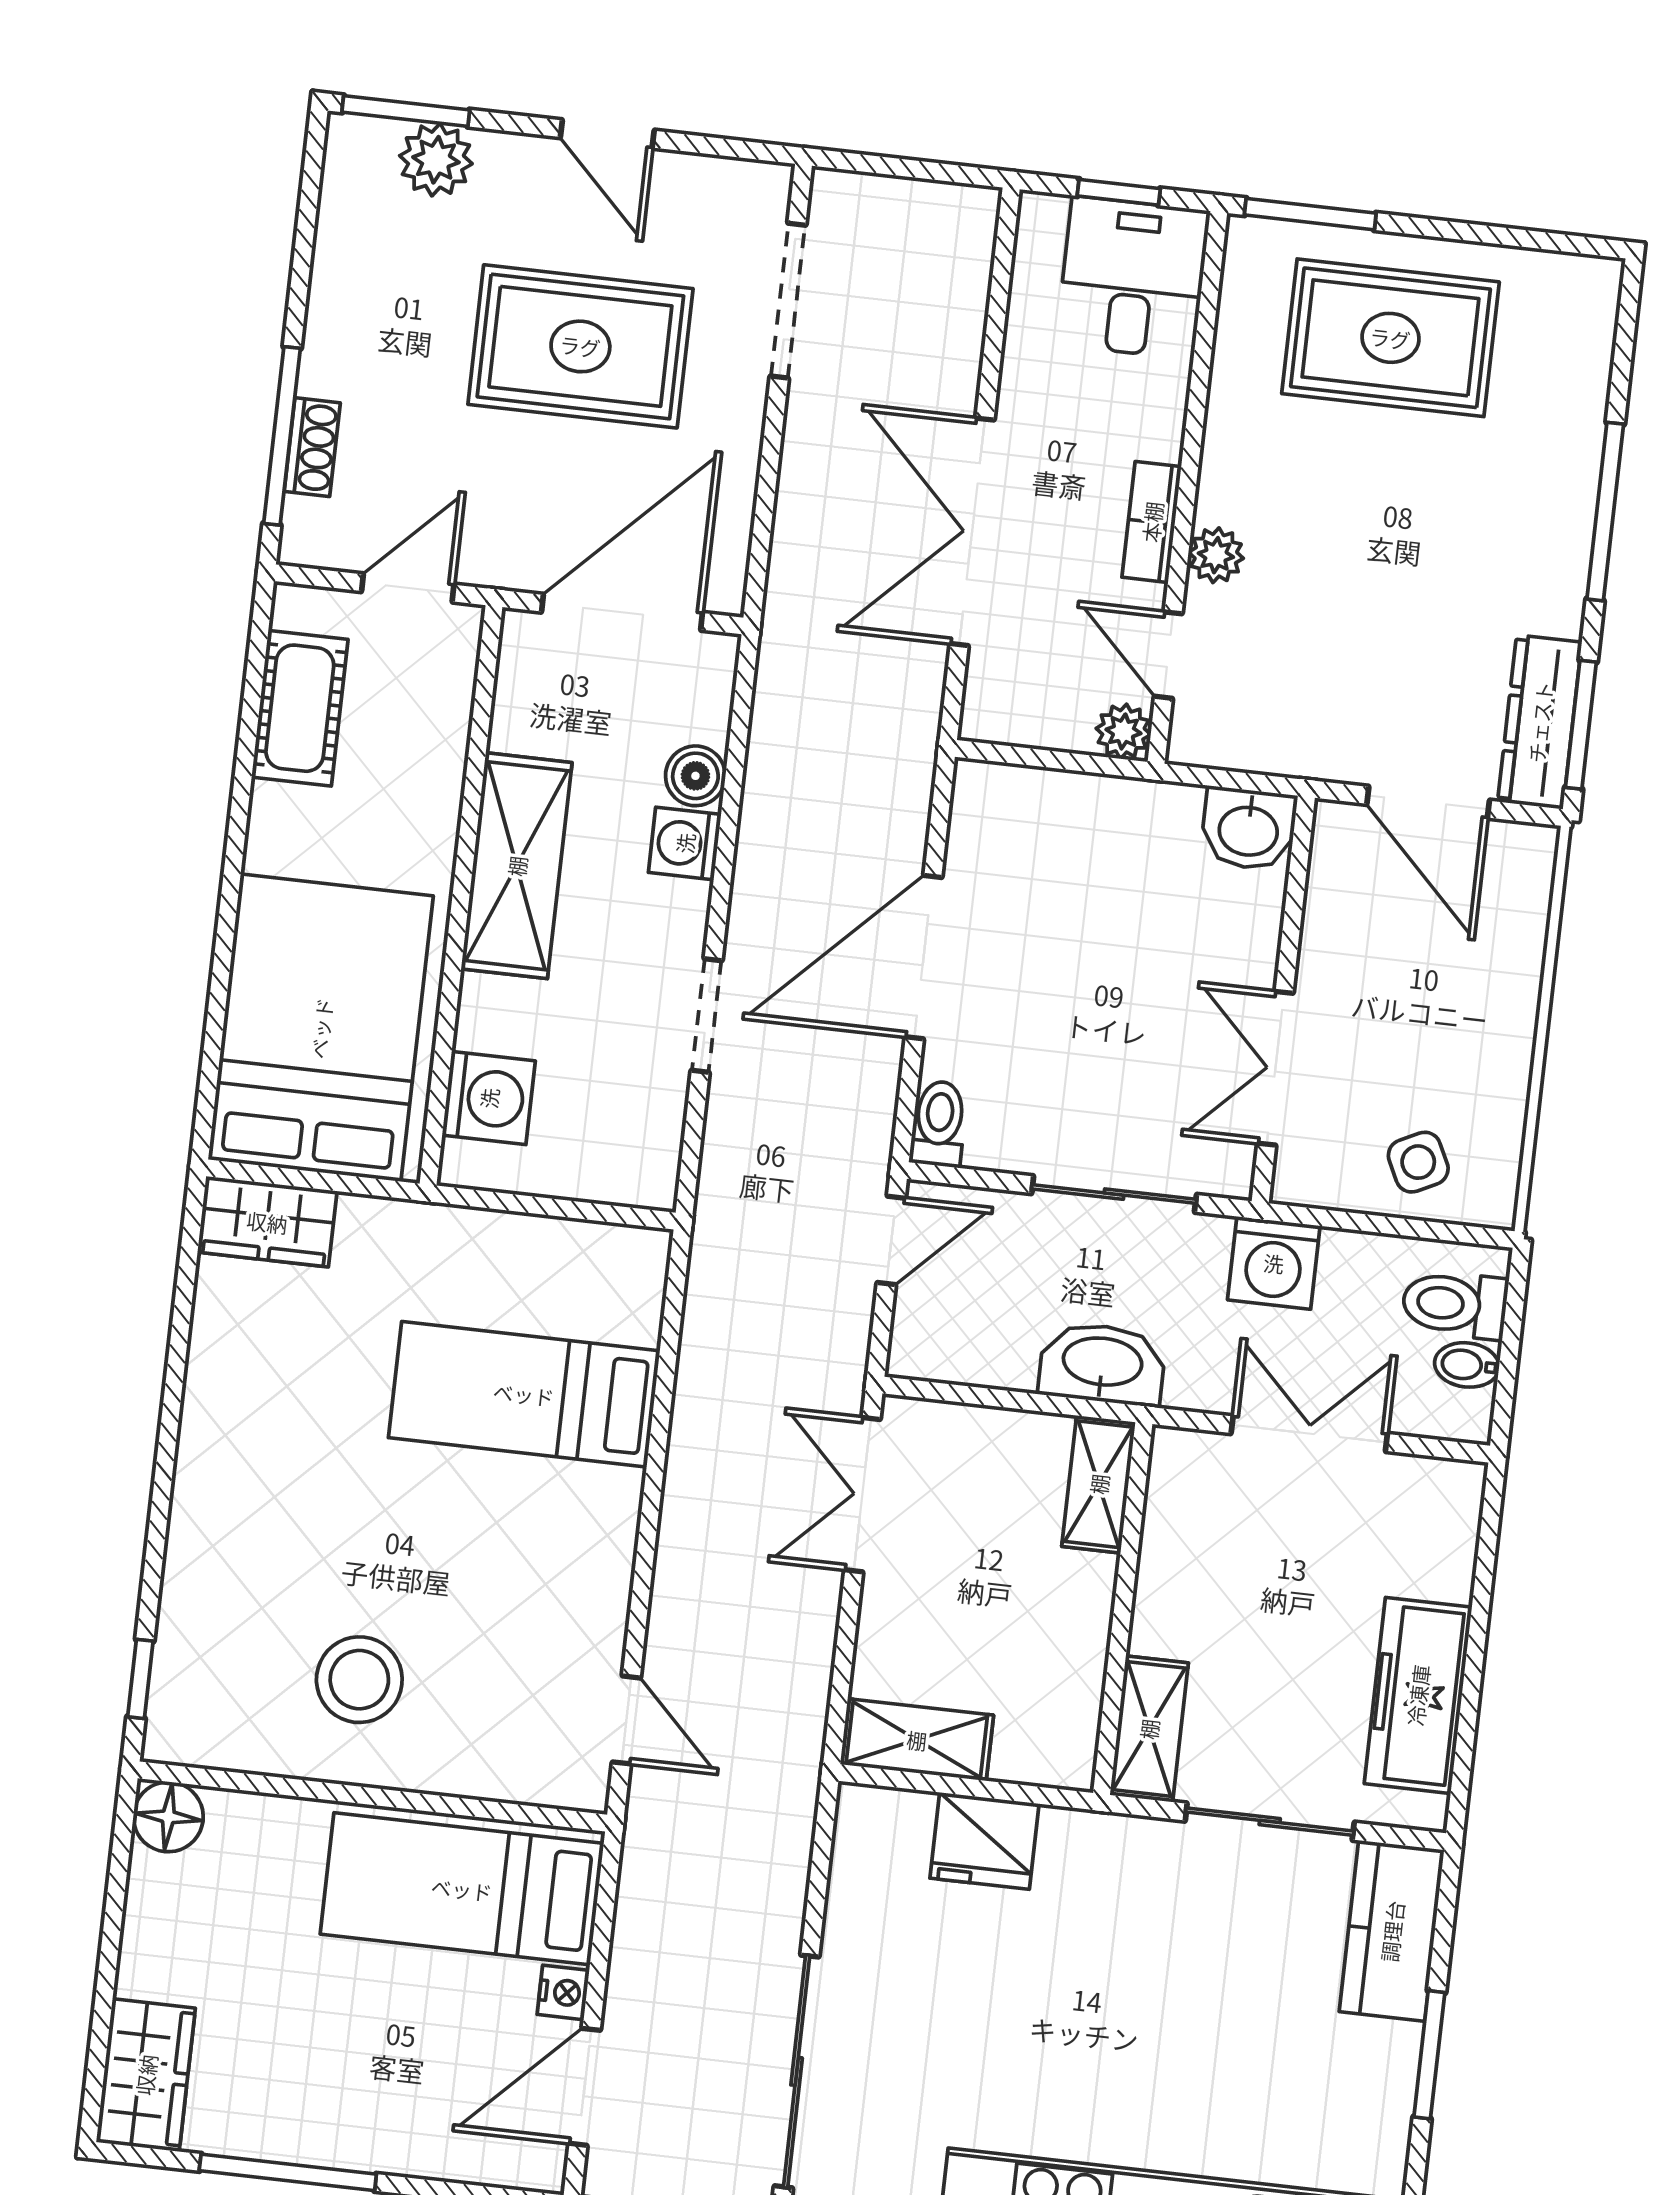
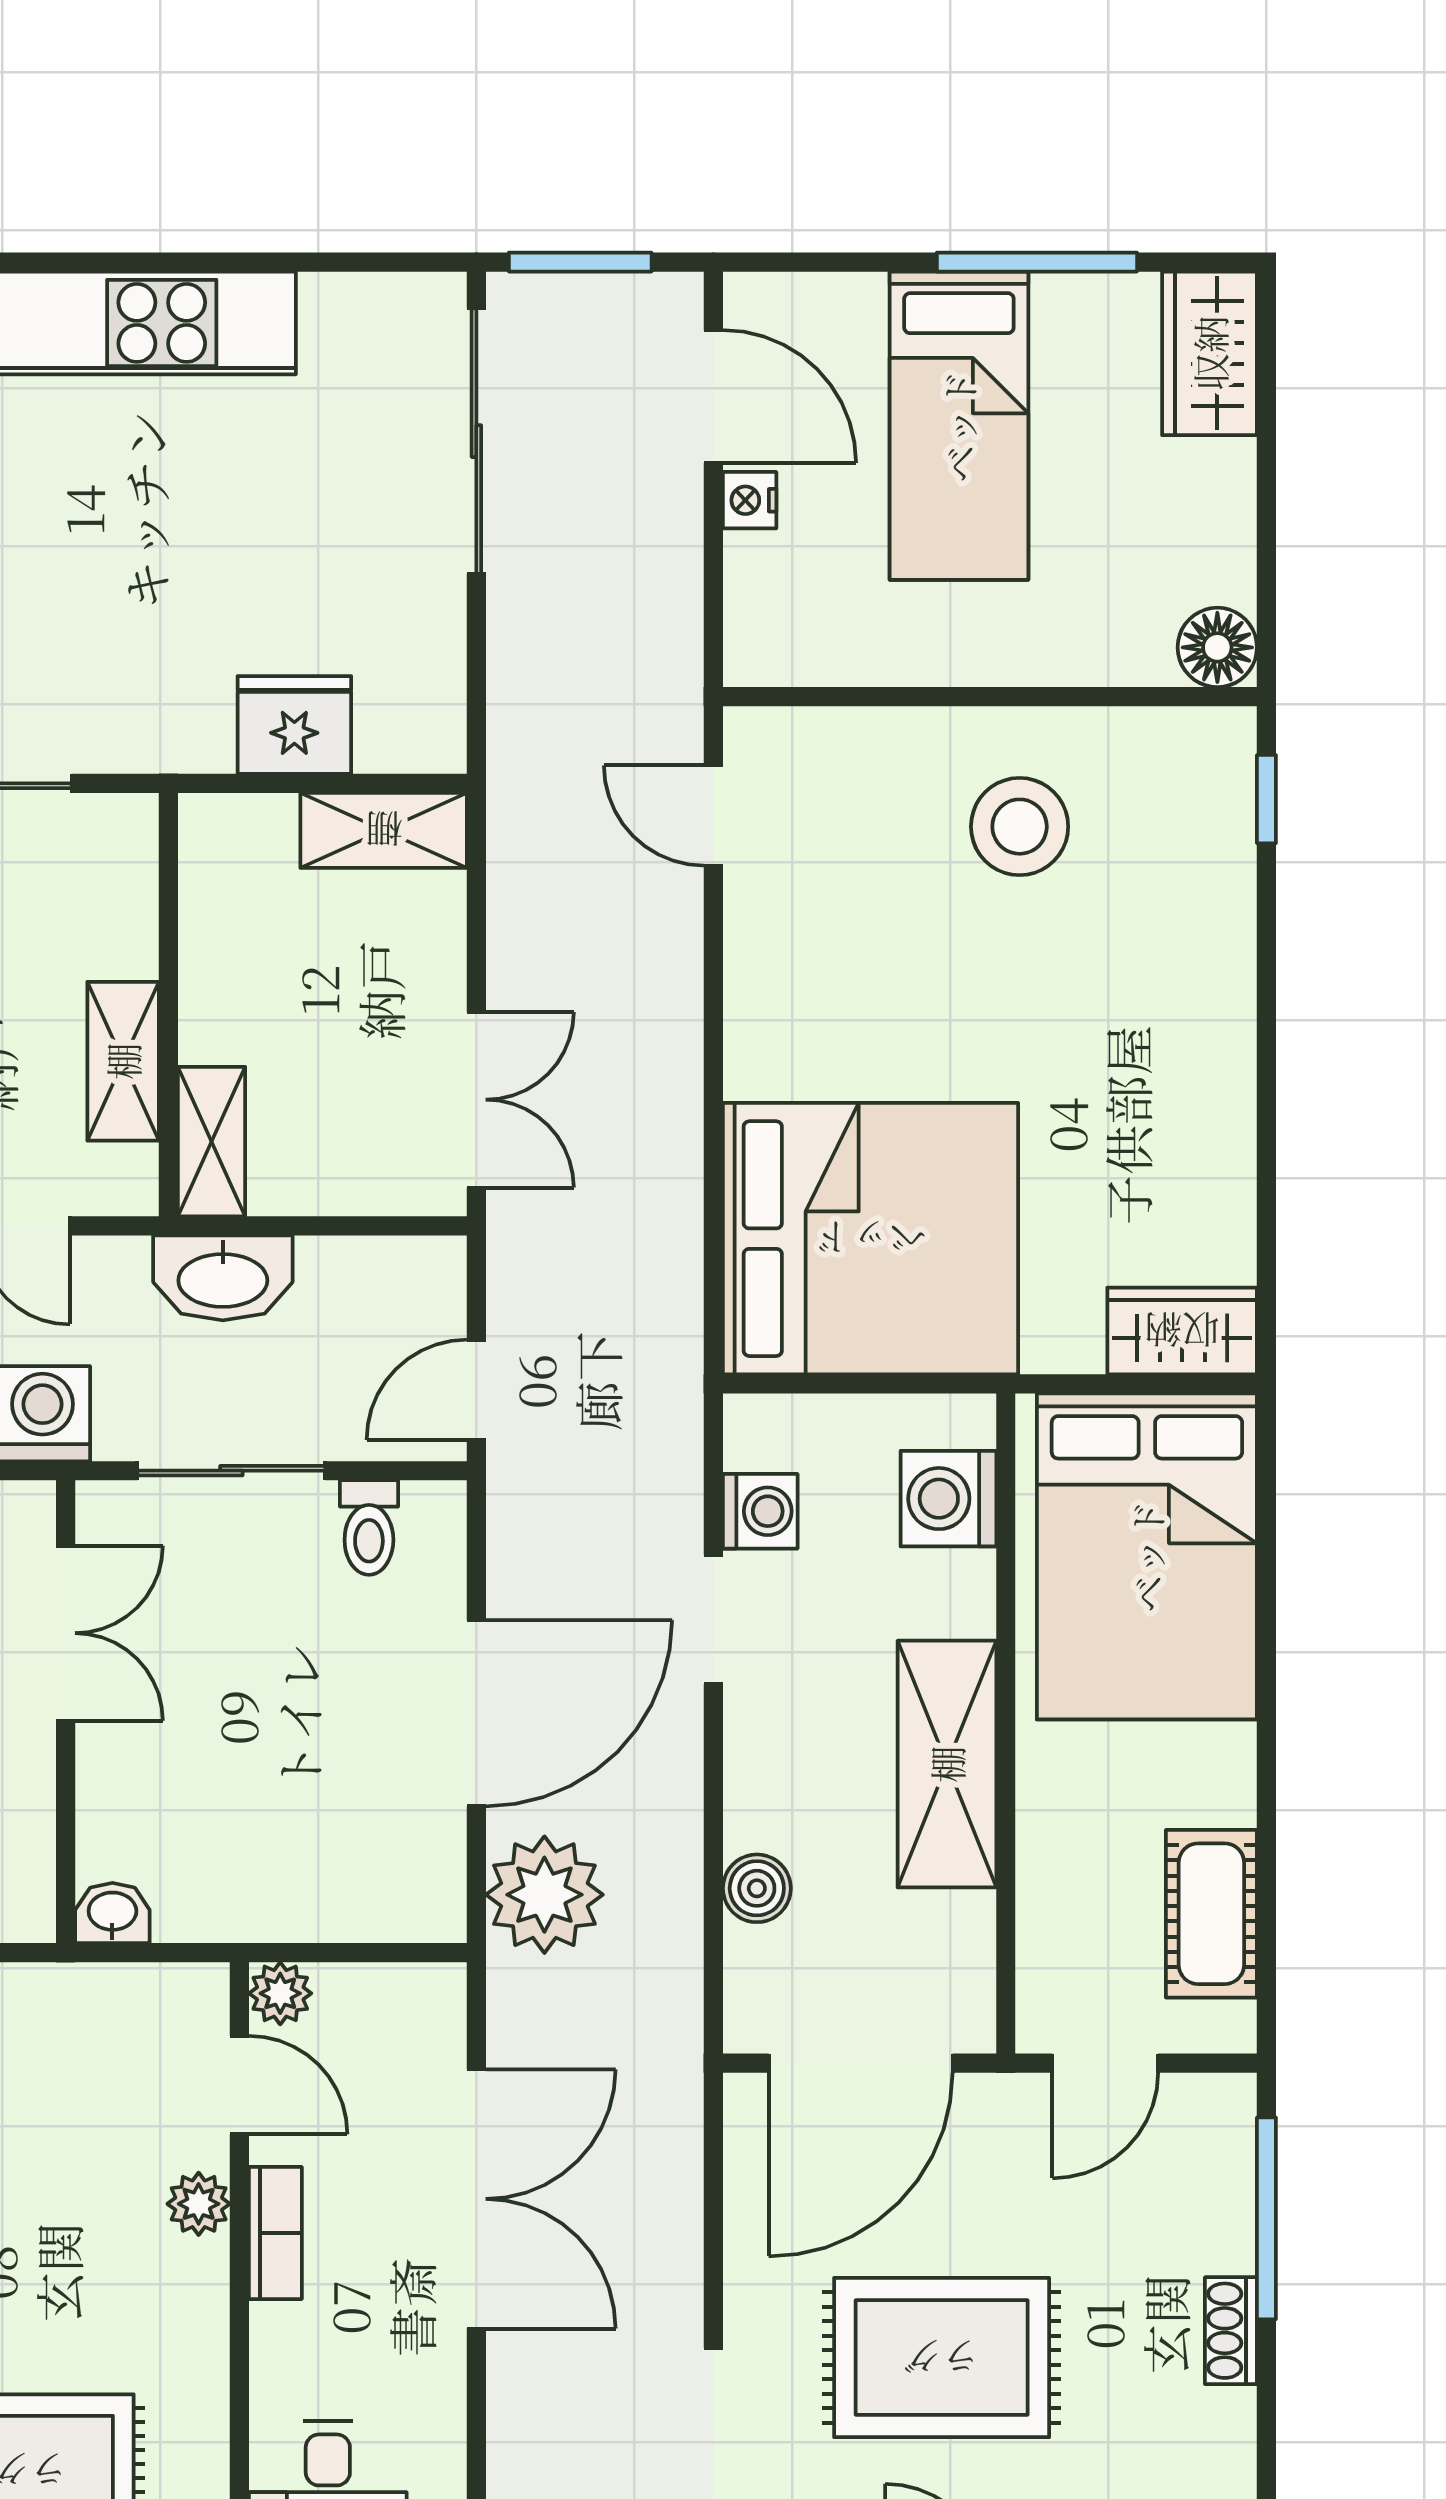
shoe rack: (312, 447) -> (1231, 2331), moved
plant: (882, 791) -> (544, 1895), added
washbasin: (1249, 829) -> (112, 1913), width x0.72, depth x0.69
washing machine: (685, 843) -> (760, 1511), moved
toilet: (939, 1124) -> (369, 1528), moved
bed: (524, 1394) -> (870, 1239), width x2.04
shelving: (1149, 1729) -> (123, 1061), moved
bed: (462, 1889) -> (959, 426), moved, turned 90
door: (585, 2087) -> (713, 397), hinge flipped

